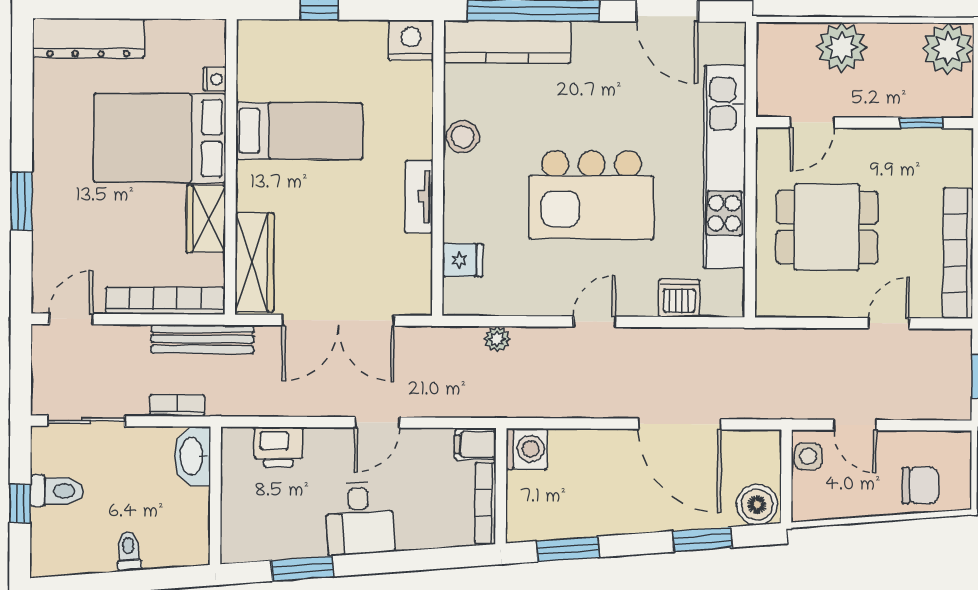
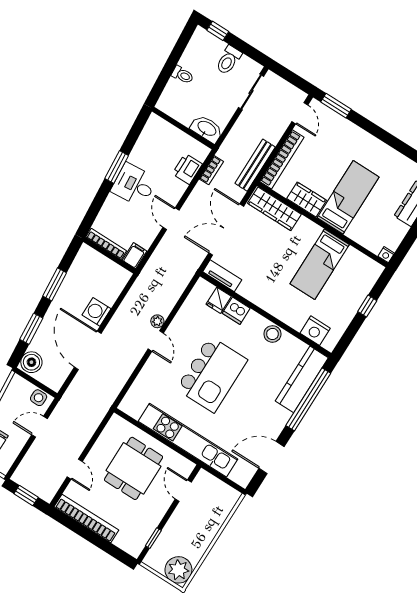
nightstand: (411, 40) -> (315, 331), moved, turned 90
plant: (842, 47) -> (208, 524), removed
nightstand: (215, 79) -> (386, 255), moved
bed: (160, 138) -> (348, 197), width x0.67
kitchen island: (591, 195) -> (212, 374), turned 180
tv unit: (419, 197) -> (222, 276), moved
window: (22, 201) -> (336, 106), moved
dishwasher: (679, 298) -> (236, 311), moved, turned 90
plant: (497, 339) -> (157, 321), moved
bookcase: (177, 405) -> (211, 170), moved
door: (680, 424) -> (88, 350), hinge flipped
washing machine: (527, 449) -> (97, 312), moved, turned 90
window: (20, 504) -> (218, 31), moved
window: (568, 549) -> (55, 284), moved
window: (302, 569) -> (117, 167), moved

